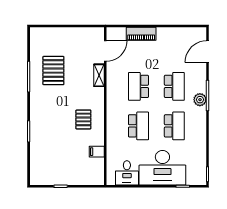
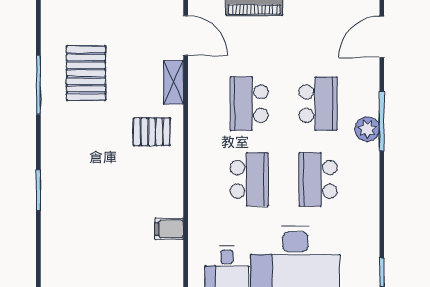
door: (105, 51) -> (186, 36), hinge flipped
pallet: (83, 119) -> (152, 132), moved, turned 90
school desk: (174, 126) -> (318, 179), turned 180

